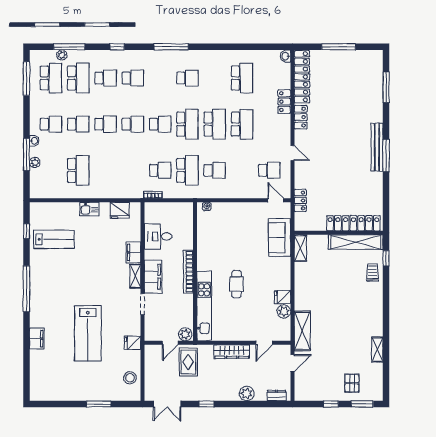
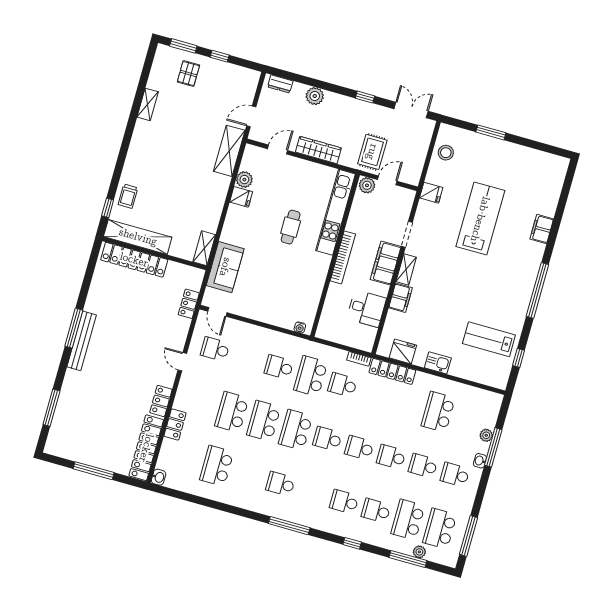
locker: (124, 192) -> (392, 371), added

